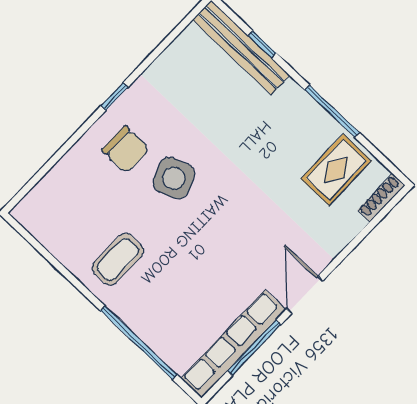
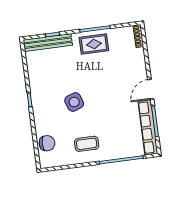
chair: (126, 150) -> (47, 143), moved
rug: (336, 170) -> (94, 44), moved, turned 90
coffee table: (118, 259) -> (87, 144), turned 90
door: (305, 295) -> (151, 89), hinge flipped

